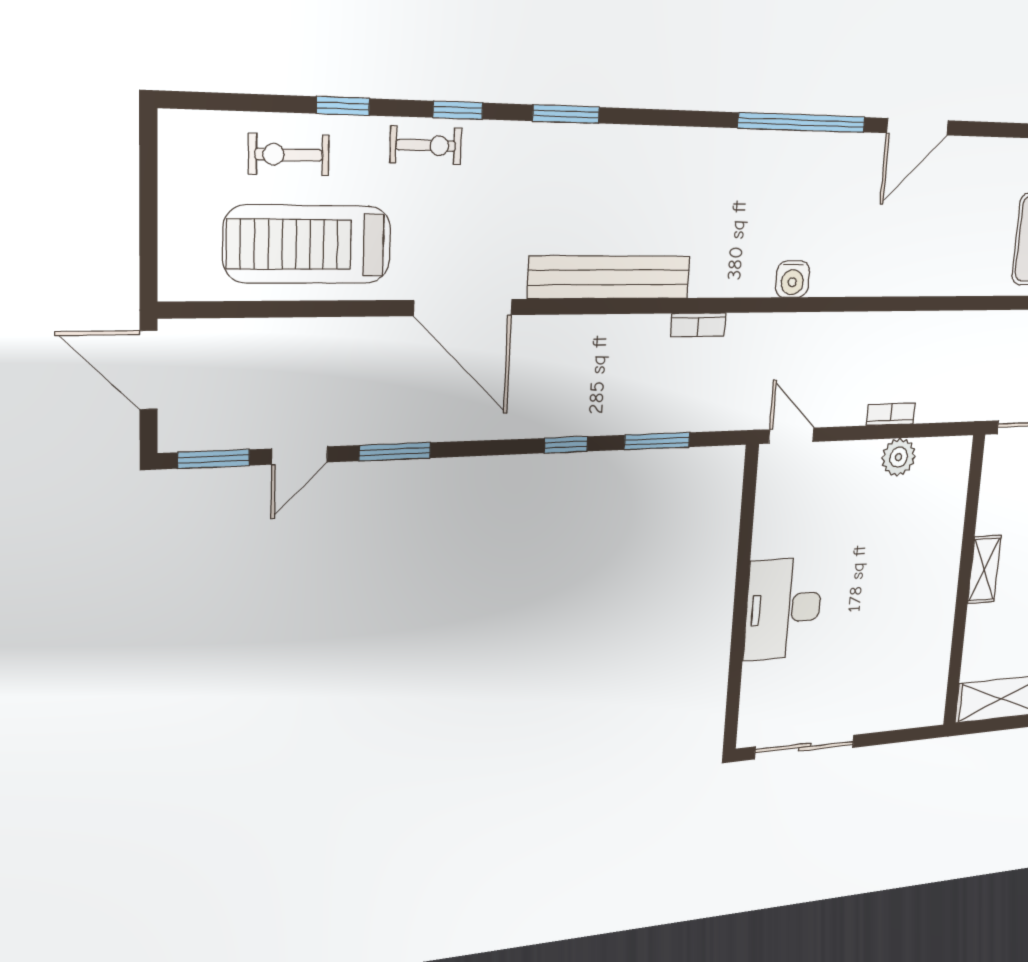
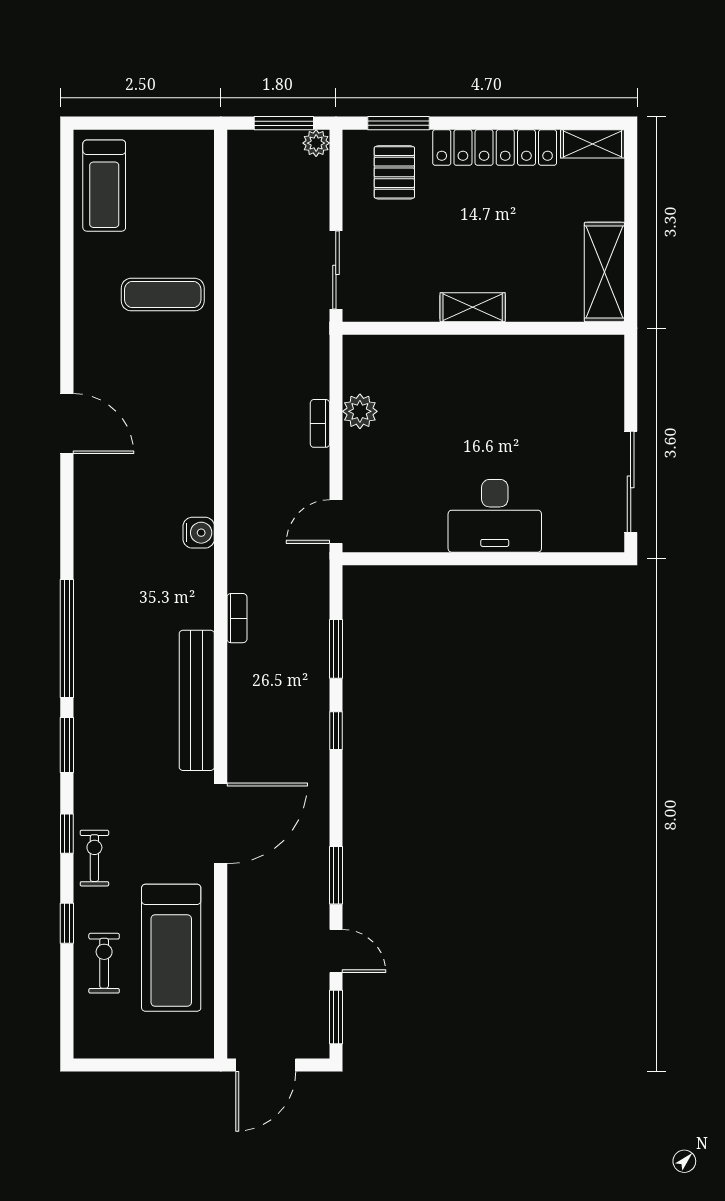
window: (802, 123) -> (67, 639), moved
exercise bike: (289, 155) -> (104, 963), turned 180

